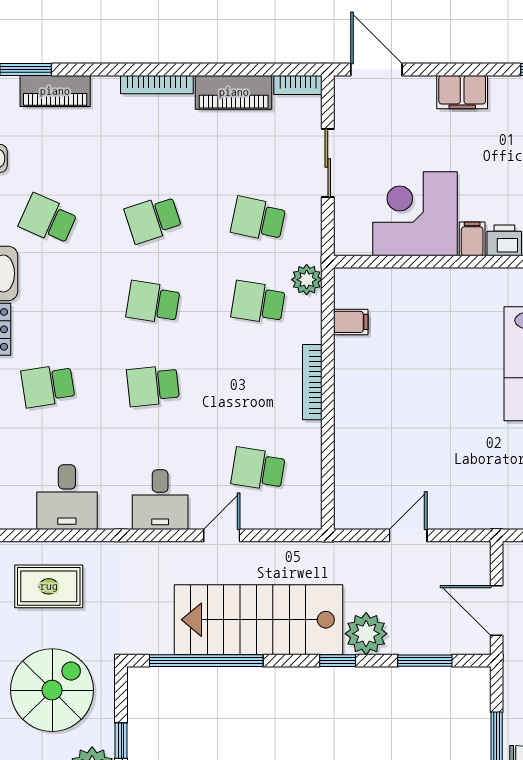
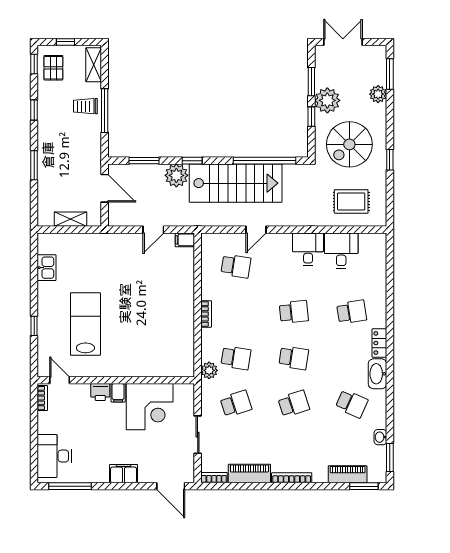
school desk: (258, 219) -> (236, 404), turned -30
filing cabinet: (351, 322) -> (185, 240), moved
bookcase: (312, 382) -> (206, 314), width x0.64
desk: (160, 500) -> (308, 249), moved

